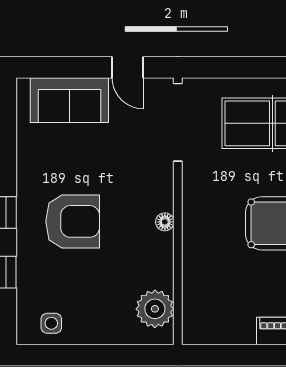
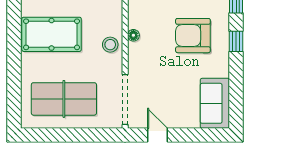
sofa: (69, 100) -> (215, 103), moved, turned -90
stool: (201, 207) -> (110, 45), added

